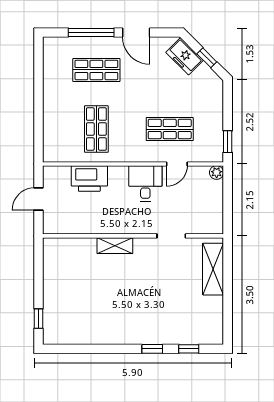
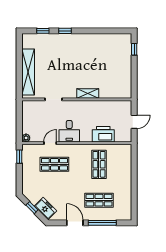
shelving: (213, 269) -> (28, 72), width x1.47

